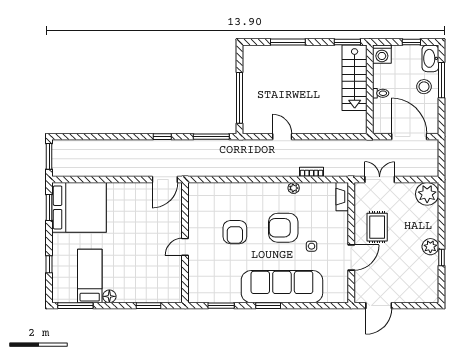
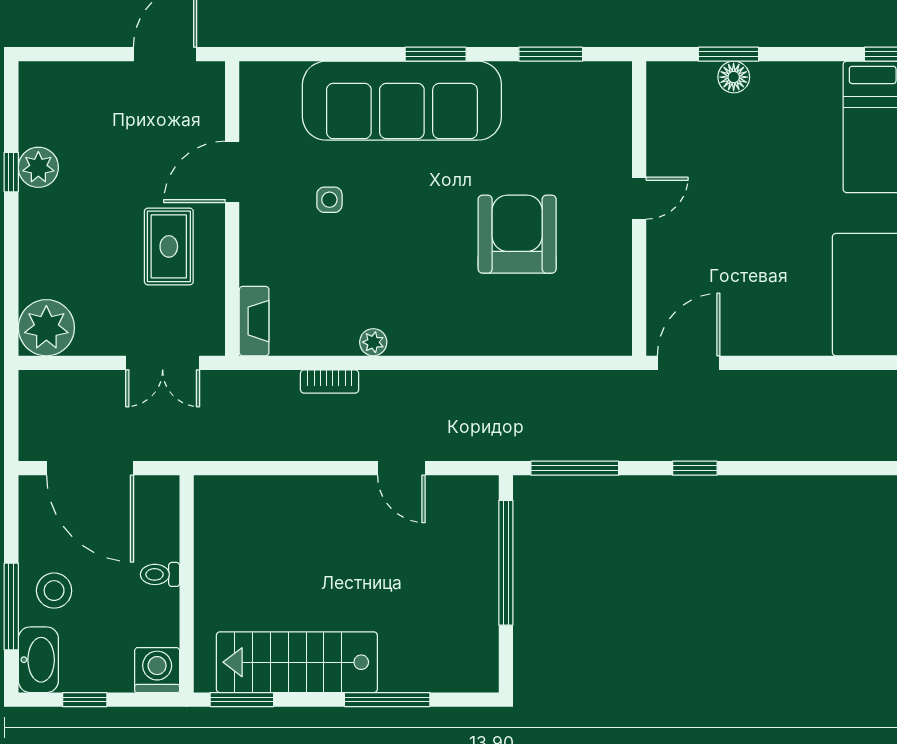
stairs: (355, 78) -> (297, 662), moved, turned -90
armchair: (283, 228) -> (399, 245), removed
armchair: (235, 232) -> (517, 234), width x1.36, depth x1.36
plant: (430, 247) -> (38, 167), moved
floor lamp: (109, 296) -> (734, 77), moved

